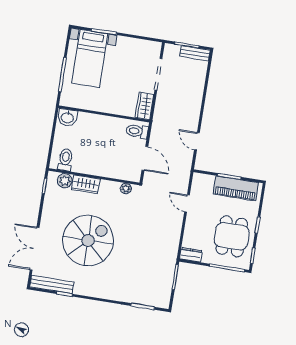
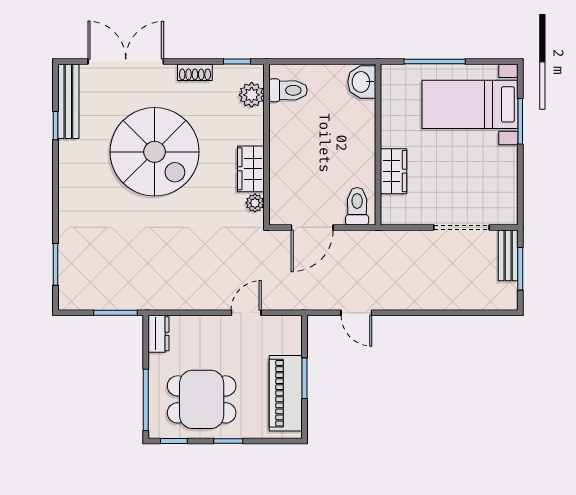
bench: (195, 53) -> (508, 255), moved
wardrobe: (144, 106) -> (394, 171), moved, turned 90
door: (197, 141) -> (356, 313), swing flipped
wardrobe: (86, 184) -> (251, 169), moved
shoe rack: (47, 211) -> (195, 72), added

